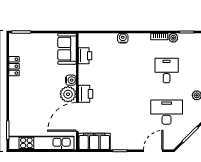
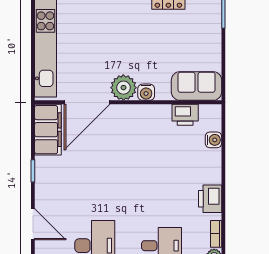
water cooler: (123, 38) -> (213, 140), moved
printer: (85, 94) -> (210, 199), moved, turned 90
door: (77, 117) -> (87, 102), swing flipped

